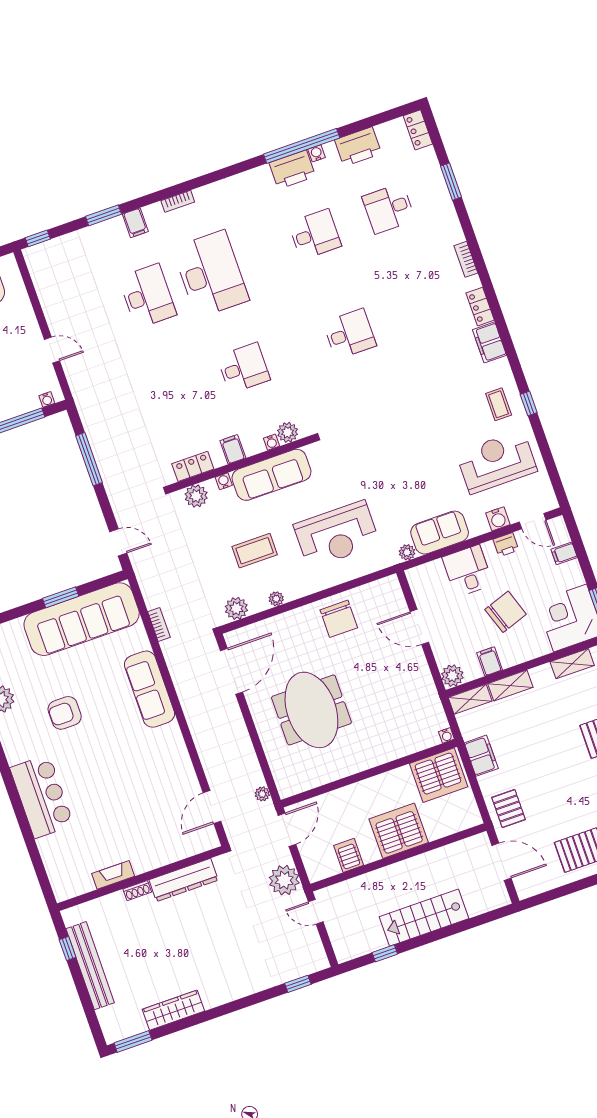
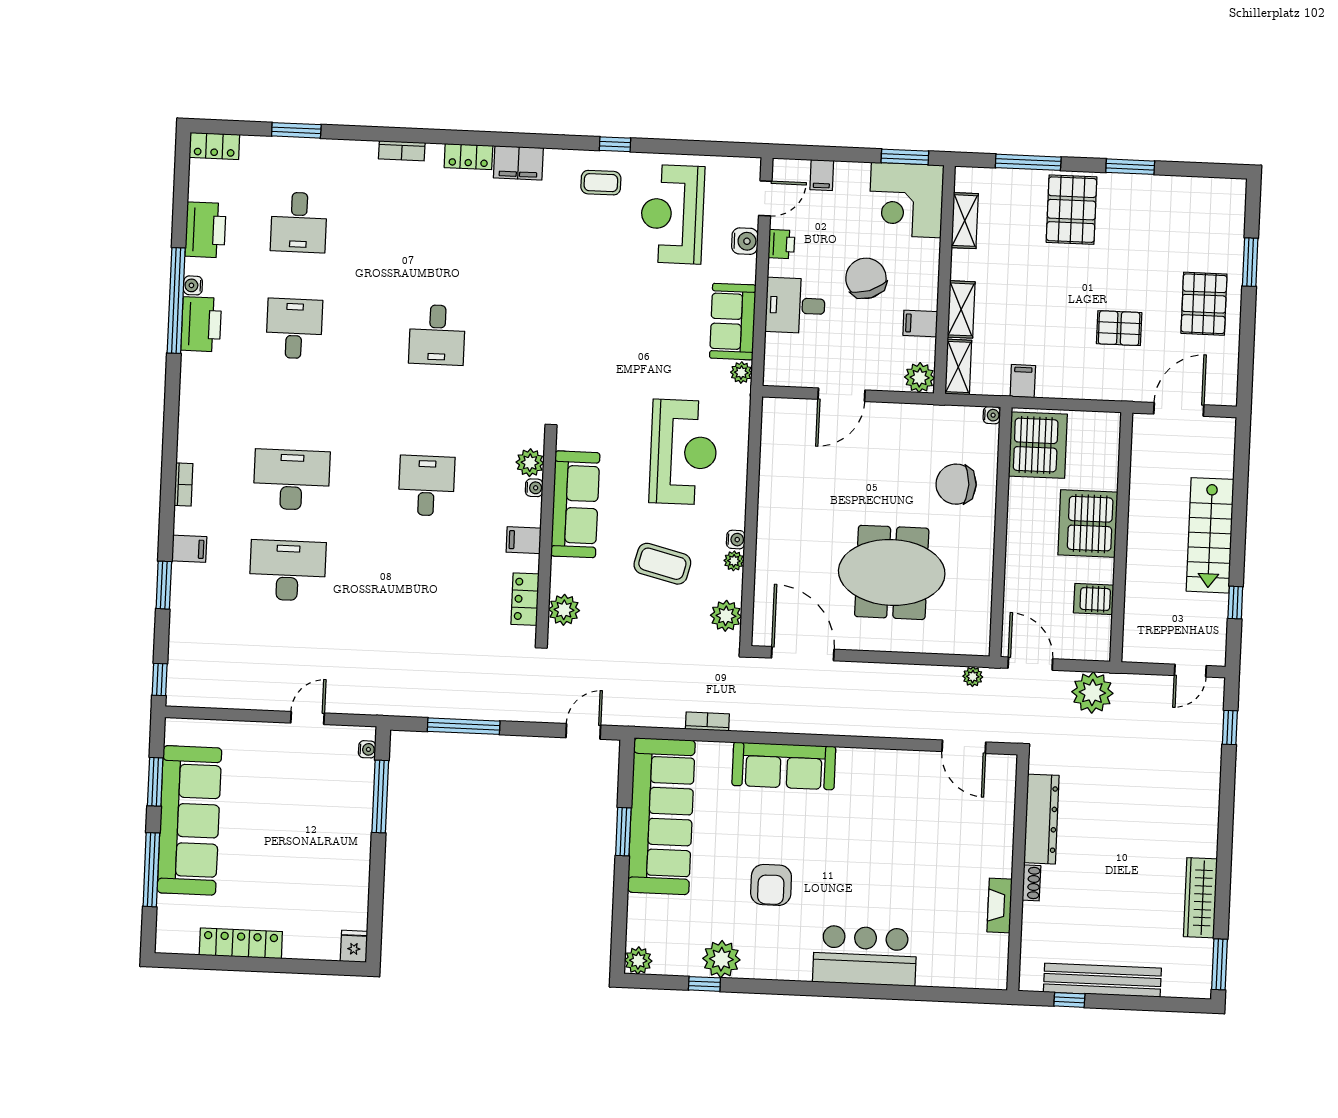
desk: (211, 274) -> (292, 480), width x0.73, depth x0.77
desk: (350, 334) -> (437, 335), turned 180
water cooler: (224, 481) -> (736, 540), moved, turned 180
coffee table: (255, 551) -> (662, 564), turned -76
chair: (339, 619) -> (956, 484), moved, turned 180
filing cabinet: (481, 756) -> (1023, 381), width x0.50
pallet: (509, 808) -> (1119, 328), moved
door: (316, 912) -> (1190, 671), moved

